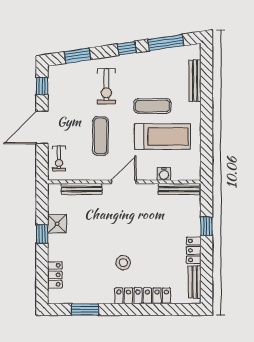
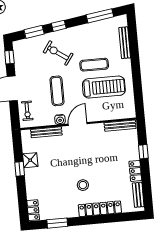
window: (127, 48) -> (59, 26), moved
exercise bike: (106, 86) -> (58, 53), turned 125
water cooler: (164, 174) -> (60, 120), moved
locker: (55, 275) -> (33, 210), moved

